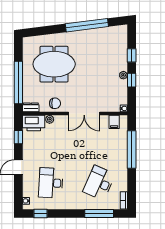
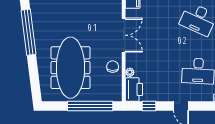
meeting table: (54, 64) -> (71, 68), width x1.36
dresser: (31, 107) -> (117, 93), removed

